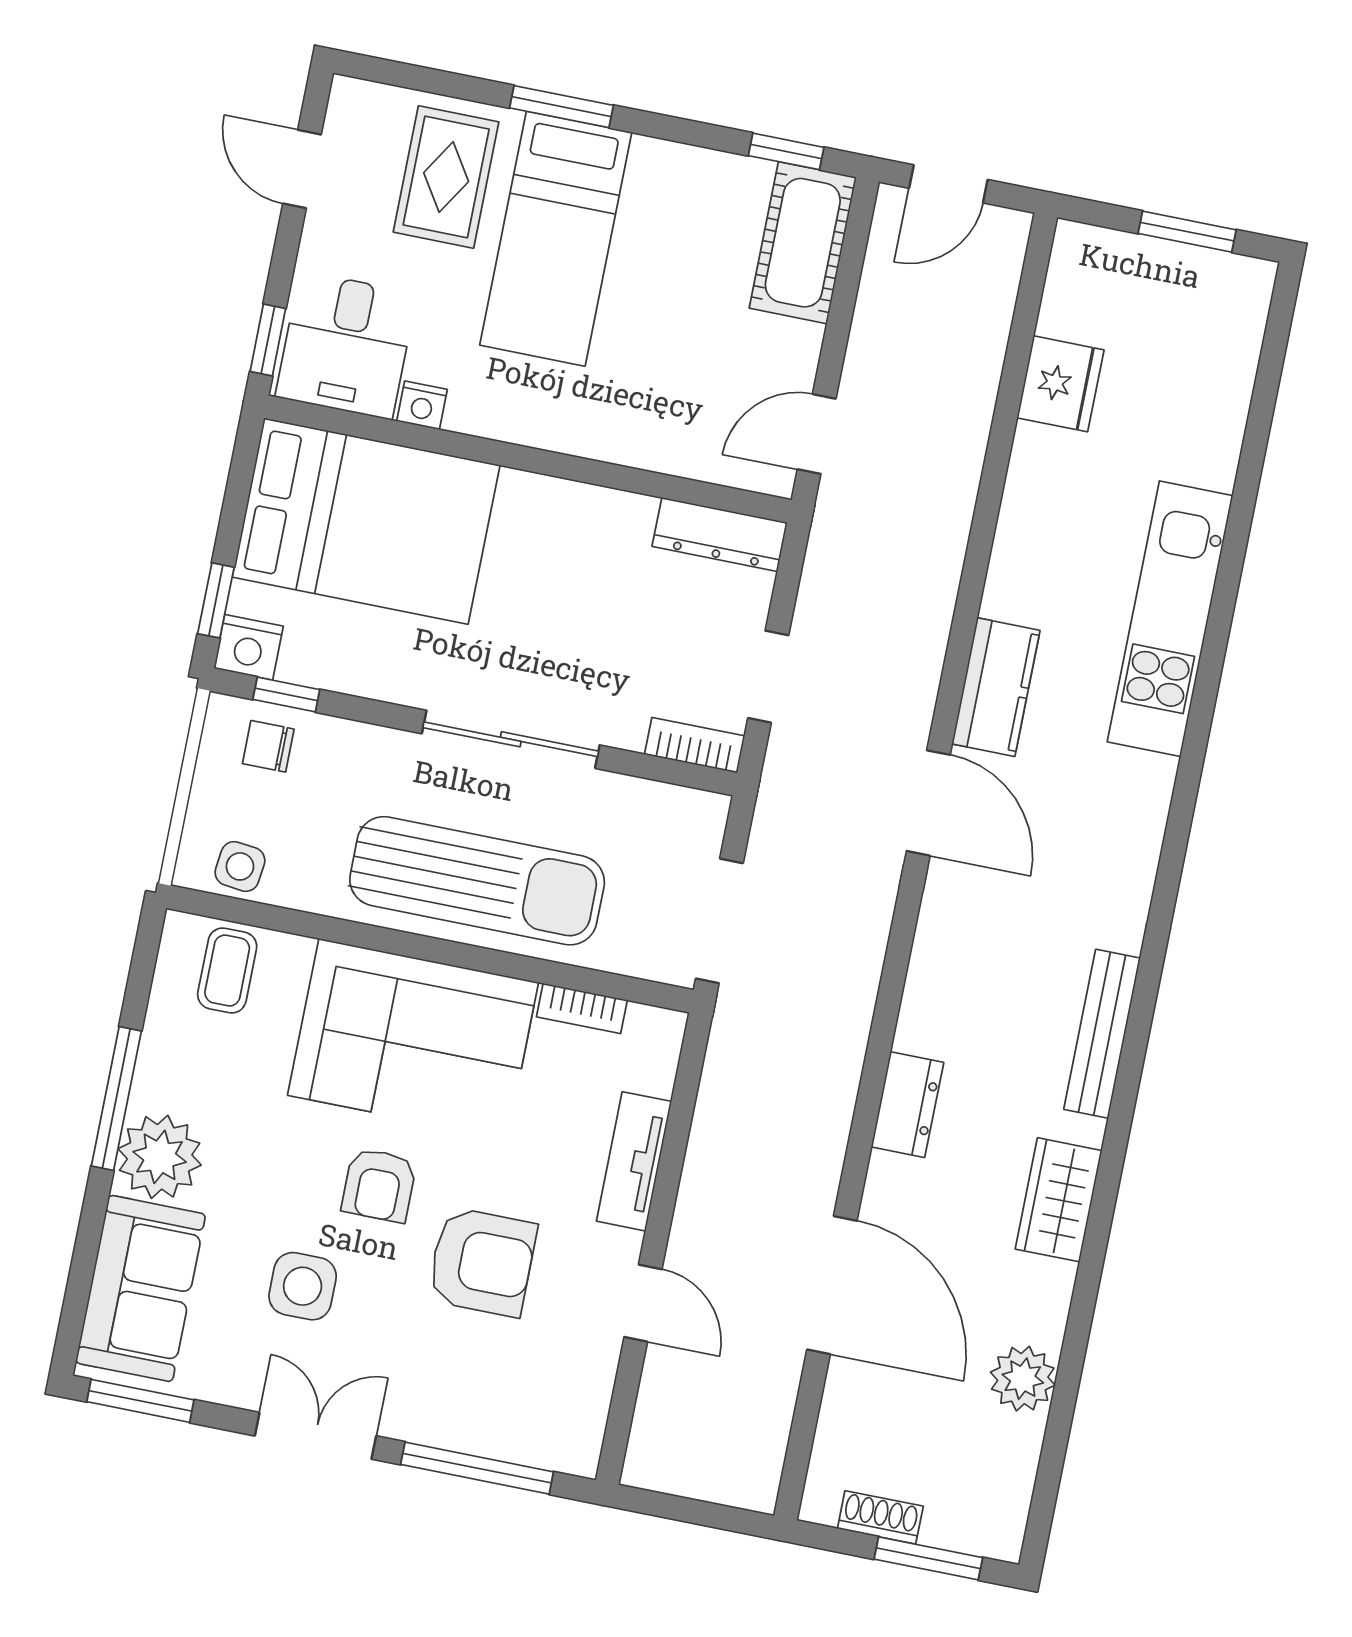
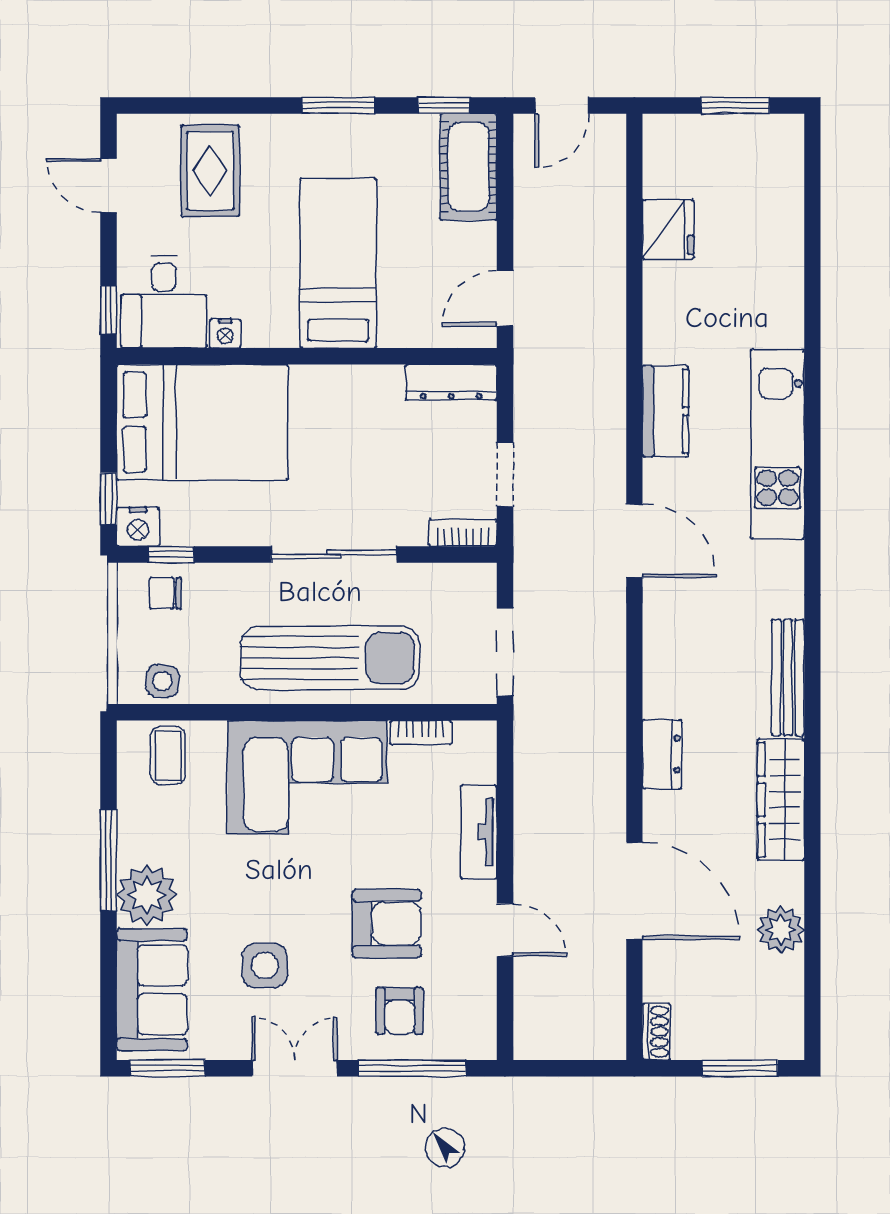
window: (561, 107) -> (338, 105), moved
bed: (556, 239) -> (338, 263), moved, turned 180
kitchen unit: (1170, 619) -> (778, 444), moved
kitchen counter: (996, 687) -> (665, 411), moved
armchair: (379, 1185) -> (400, 1011), moved
wardrobe: (1059, 1200) -> (781, 800), width x1.50
shoe rack: (880, 1517) -> (656, 1032), moved, turned 90

